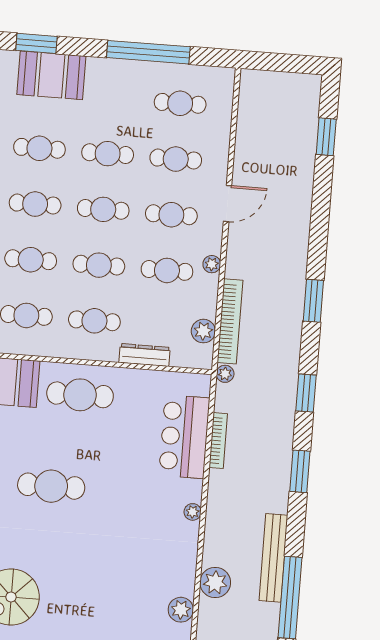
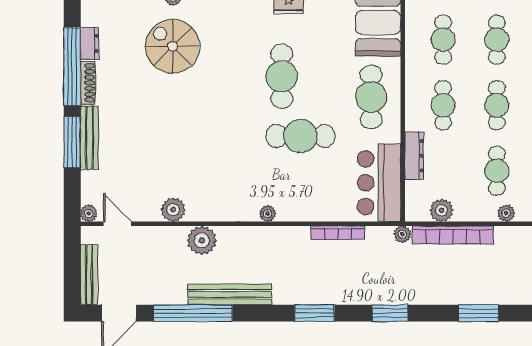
bar counter: (184, 437) -> (379, 183), moved, turned -90
cafe table: (115, 472) -> (300, 136), added

